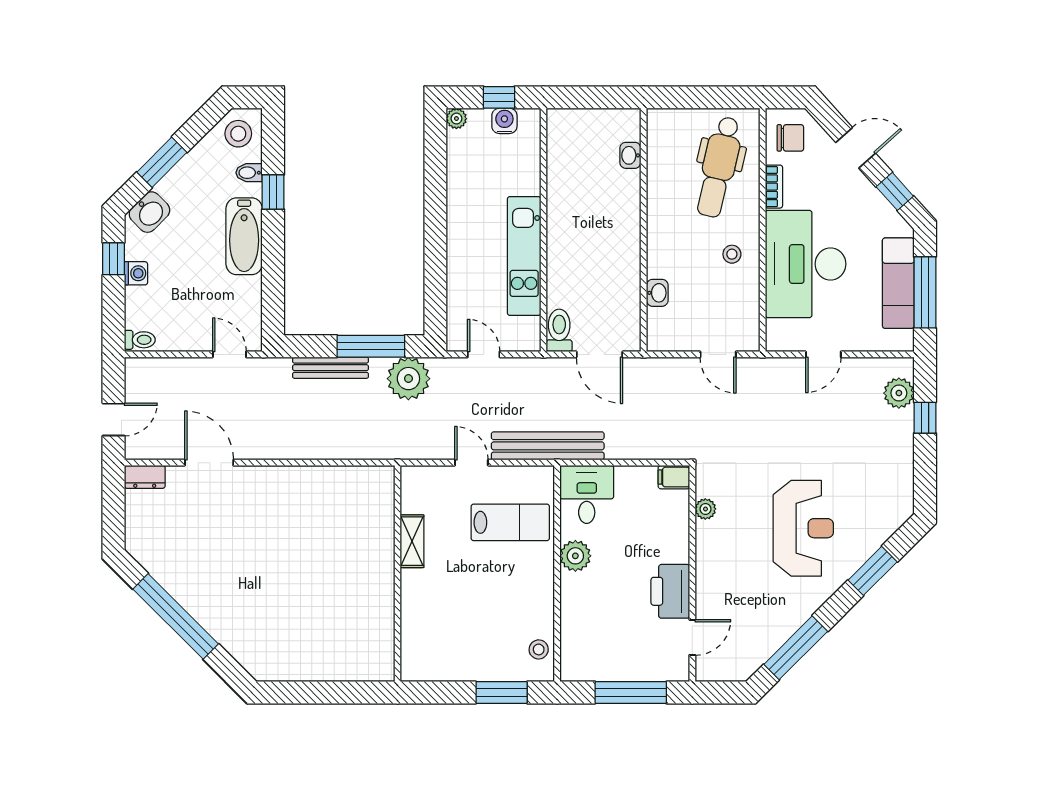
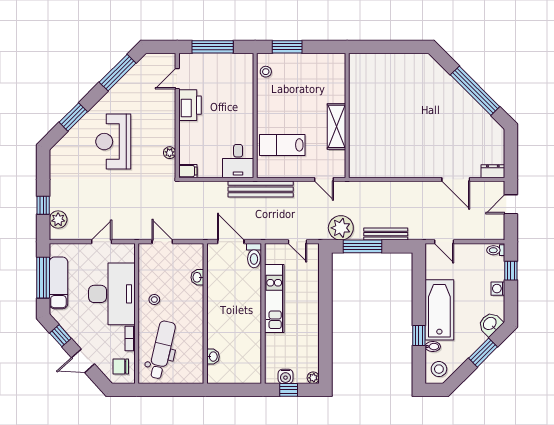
bathtub: (244, 236) -> (439, 310), width x1.36, depth x1.36
window: (113, 259) -> (511, 271), moved
door: (471, 463) -> (324, 179), moved
shelving: (412, 541) -> (336, 126), width x1.50, depth x1.33
plant: (575, 556) -> (245, 126), removed

